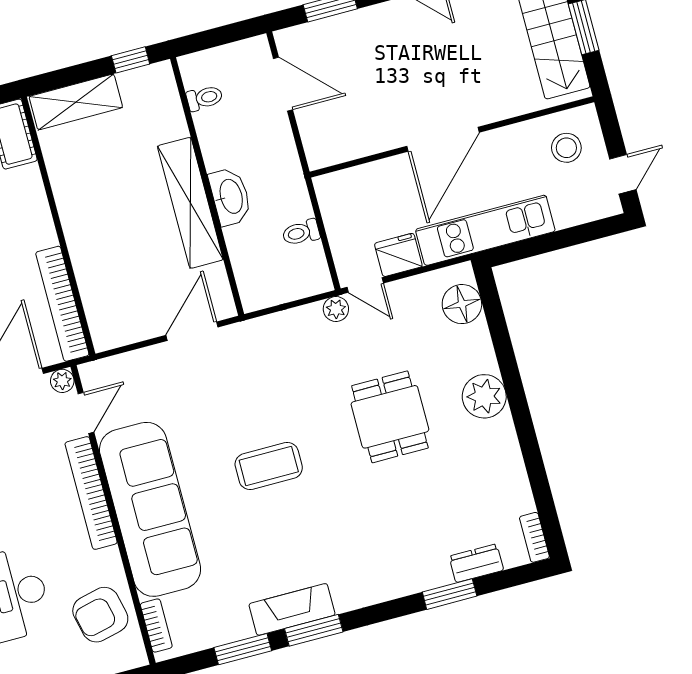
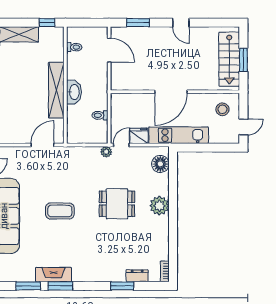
door: (365, 285) -> (121, 145), swing flipped
dining table: (390, 417) -> (117, 204), turned 90

